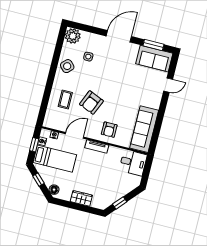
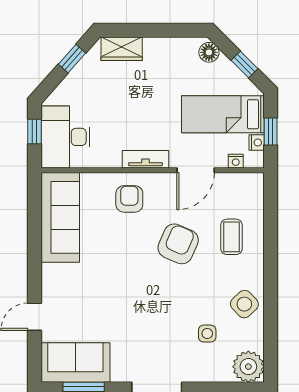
desk: (133, 163) -> (66, 137), width x1.37
window: (146, 173) -> (35, 131), added
wardrobe: (81, 198) -> (122, 49), moved

